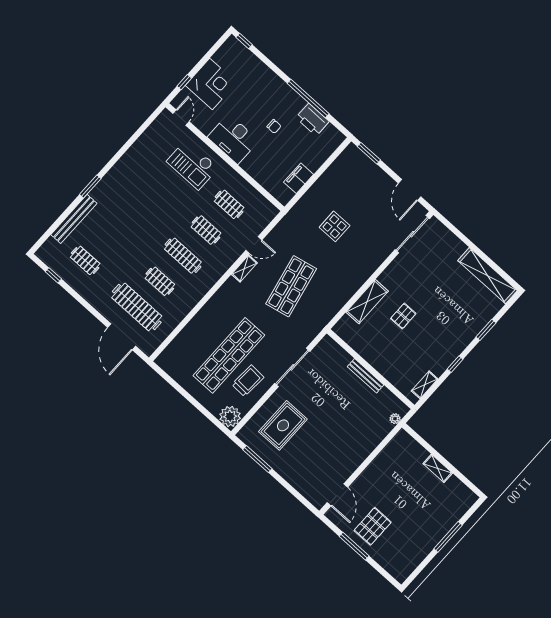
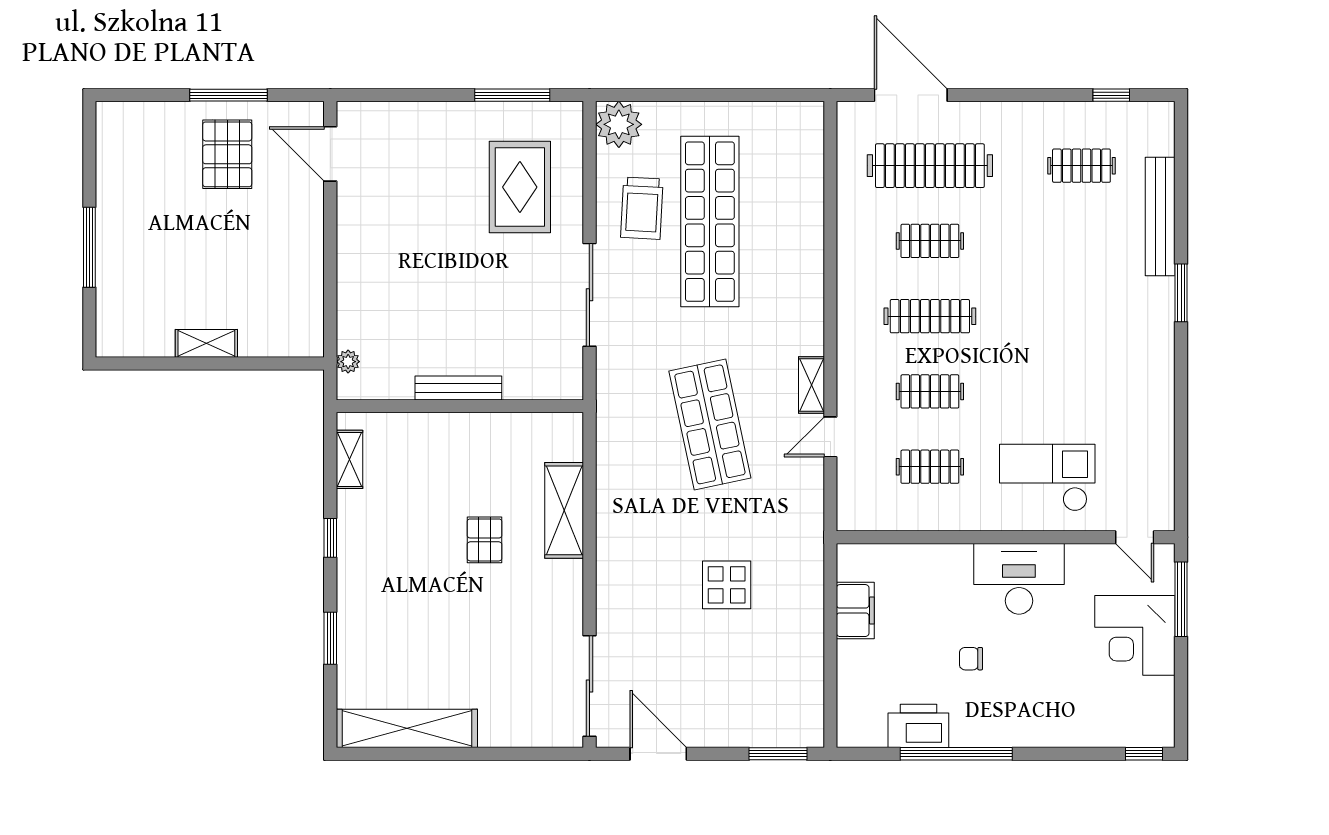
window: (184, 82) -> (1181, 599), width x2.17

